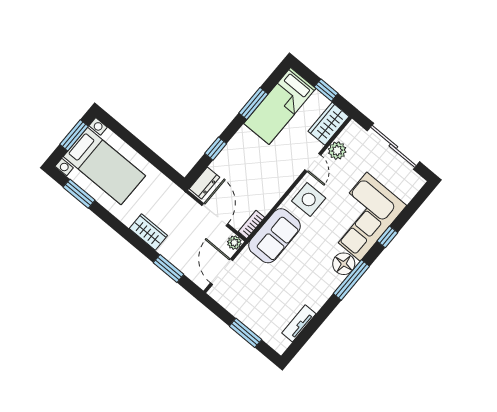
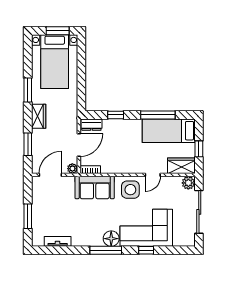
window: (253, 103) -> (158, 115), width x1.44
plant: (337, 151) -> (188, 183), moved
window: (79, 194) -> (28, 90), moved

